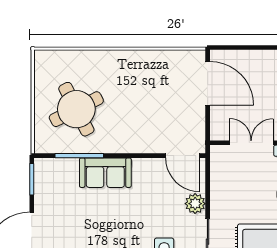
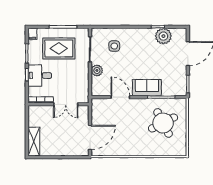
door: (208, 83) -> (90, 137), swing flipped
door: (182, 156) -> (120, 97), moved

